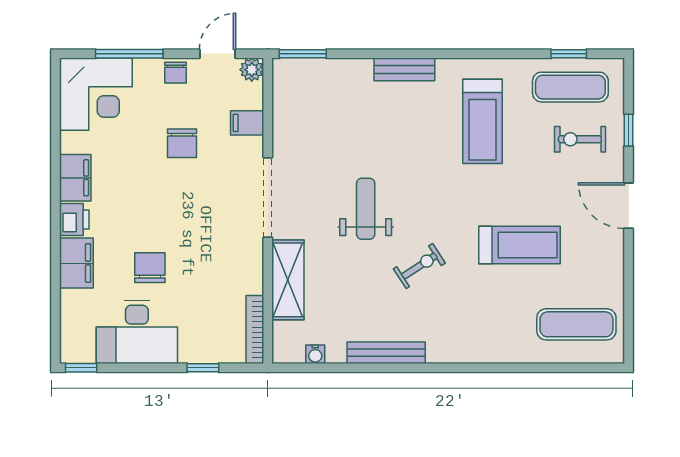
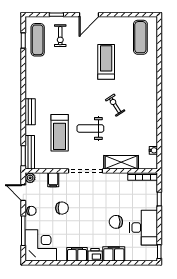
treadmill: (482, 121) -> (60, 133), moved, turned 90
bench: (386, 353) -> (30, 152), moved

